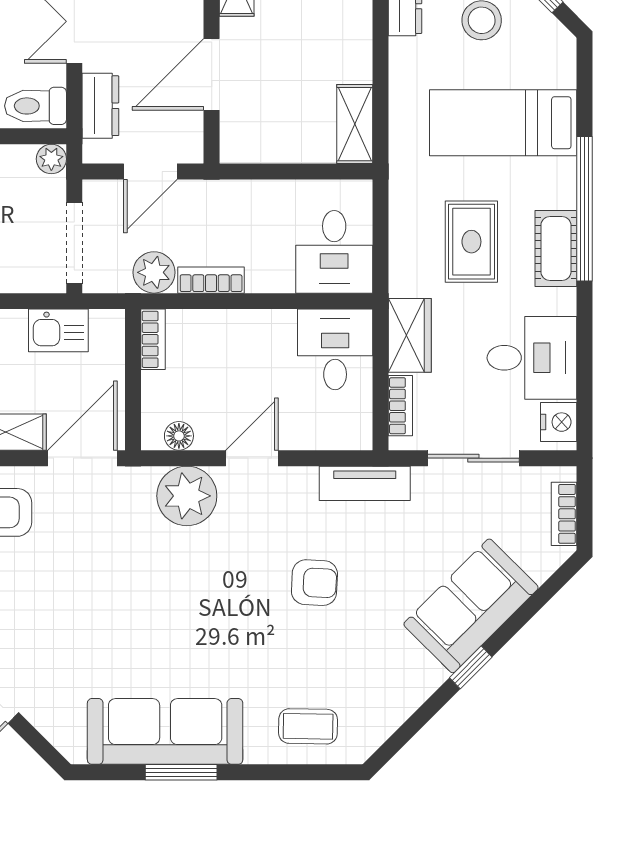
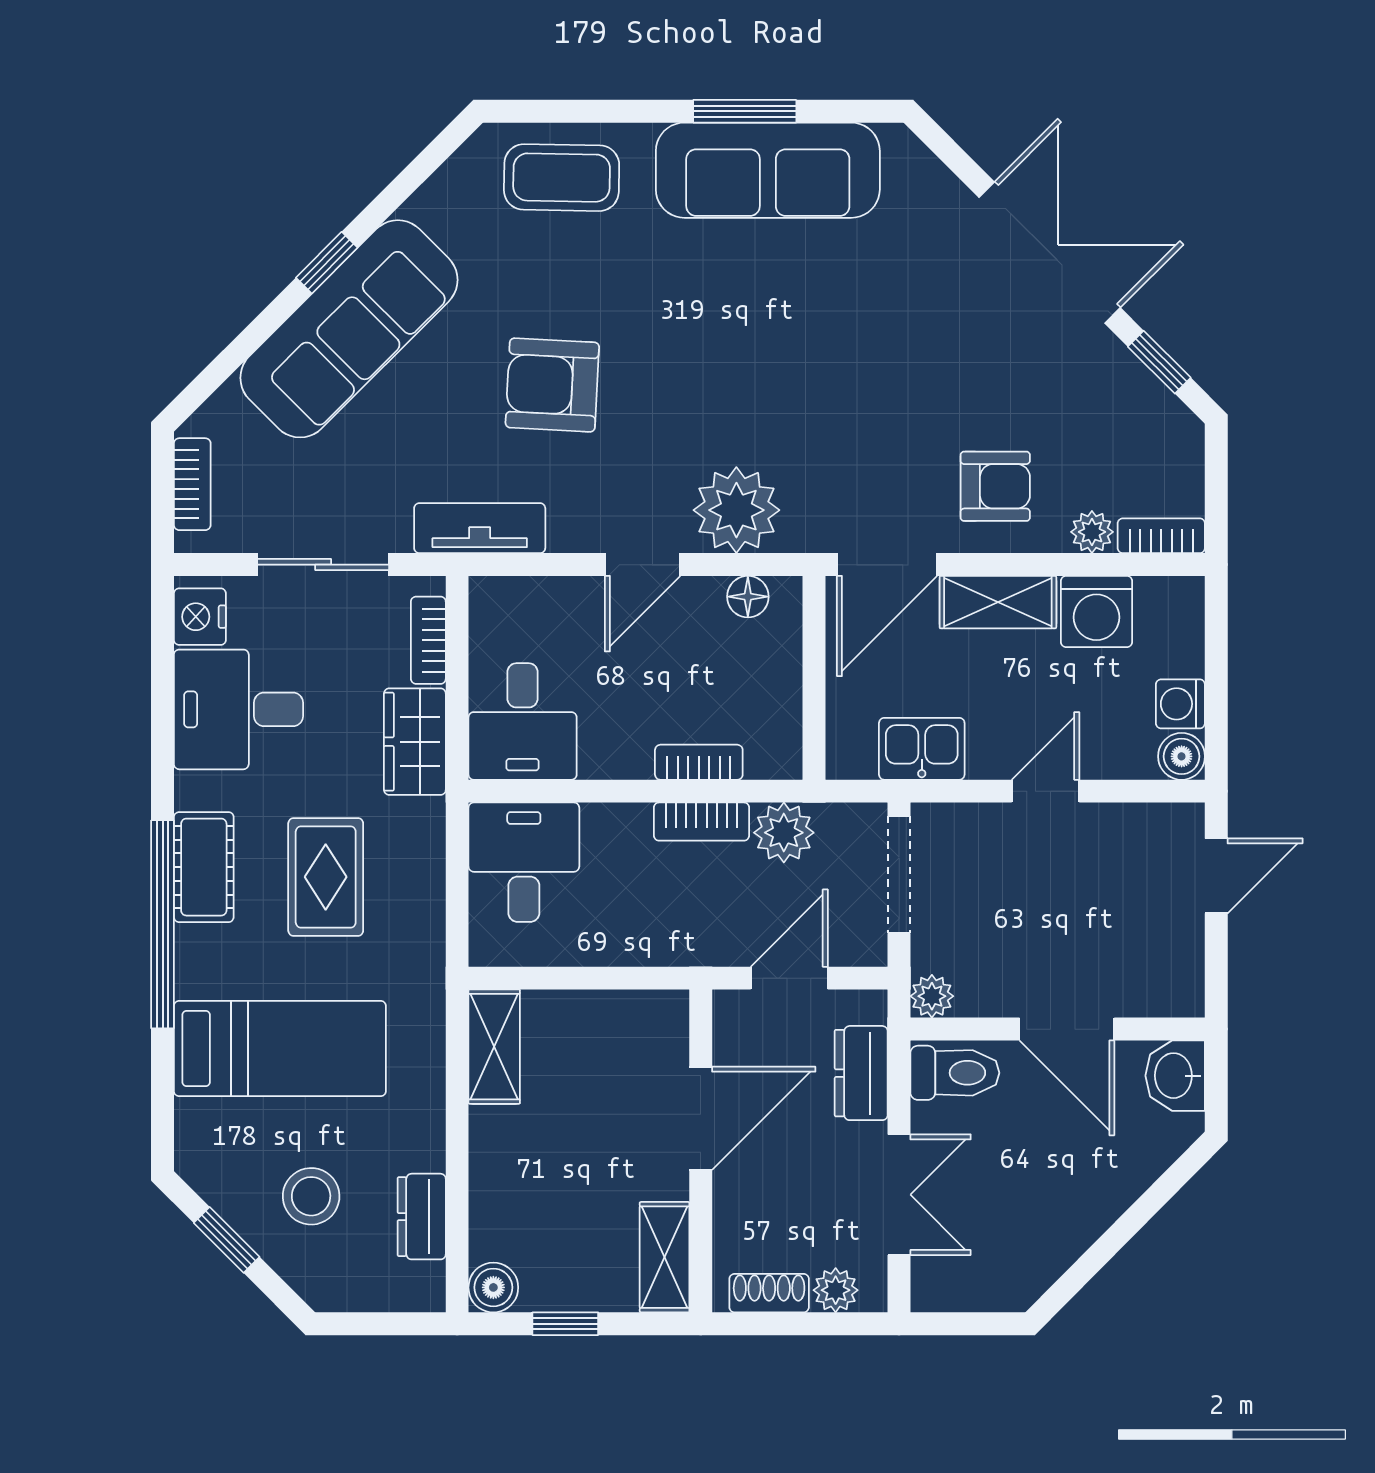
bookcase: (153, 339) -> (699, 762), moved, turned 90
armchair: (314, 583) -> (552, 385), width x1.38, depth x1.38
sofa: (471, 606) -> (349, 329), width x1.36
coffee table: (308, 726) -> (562, 178), width x1.36, depth x1.30

